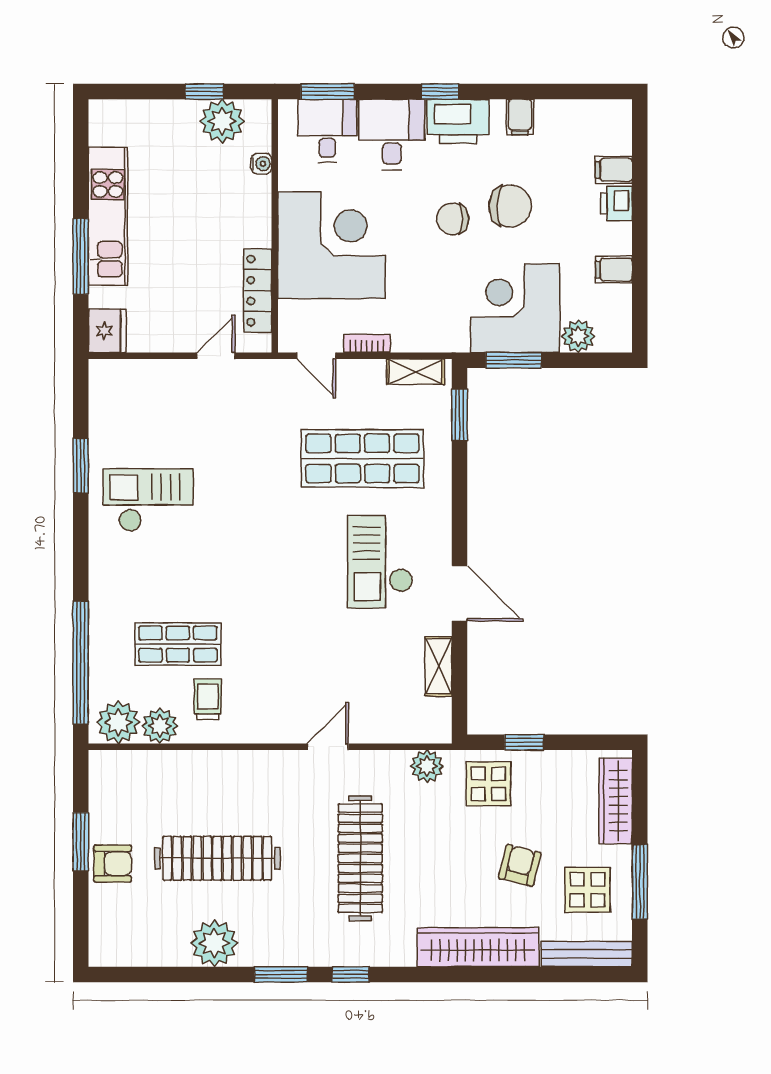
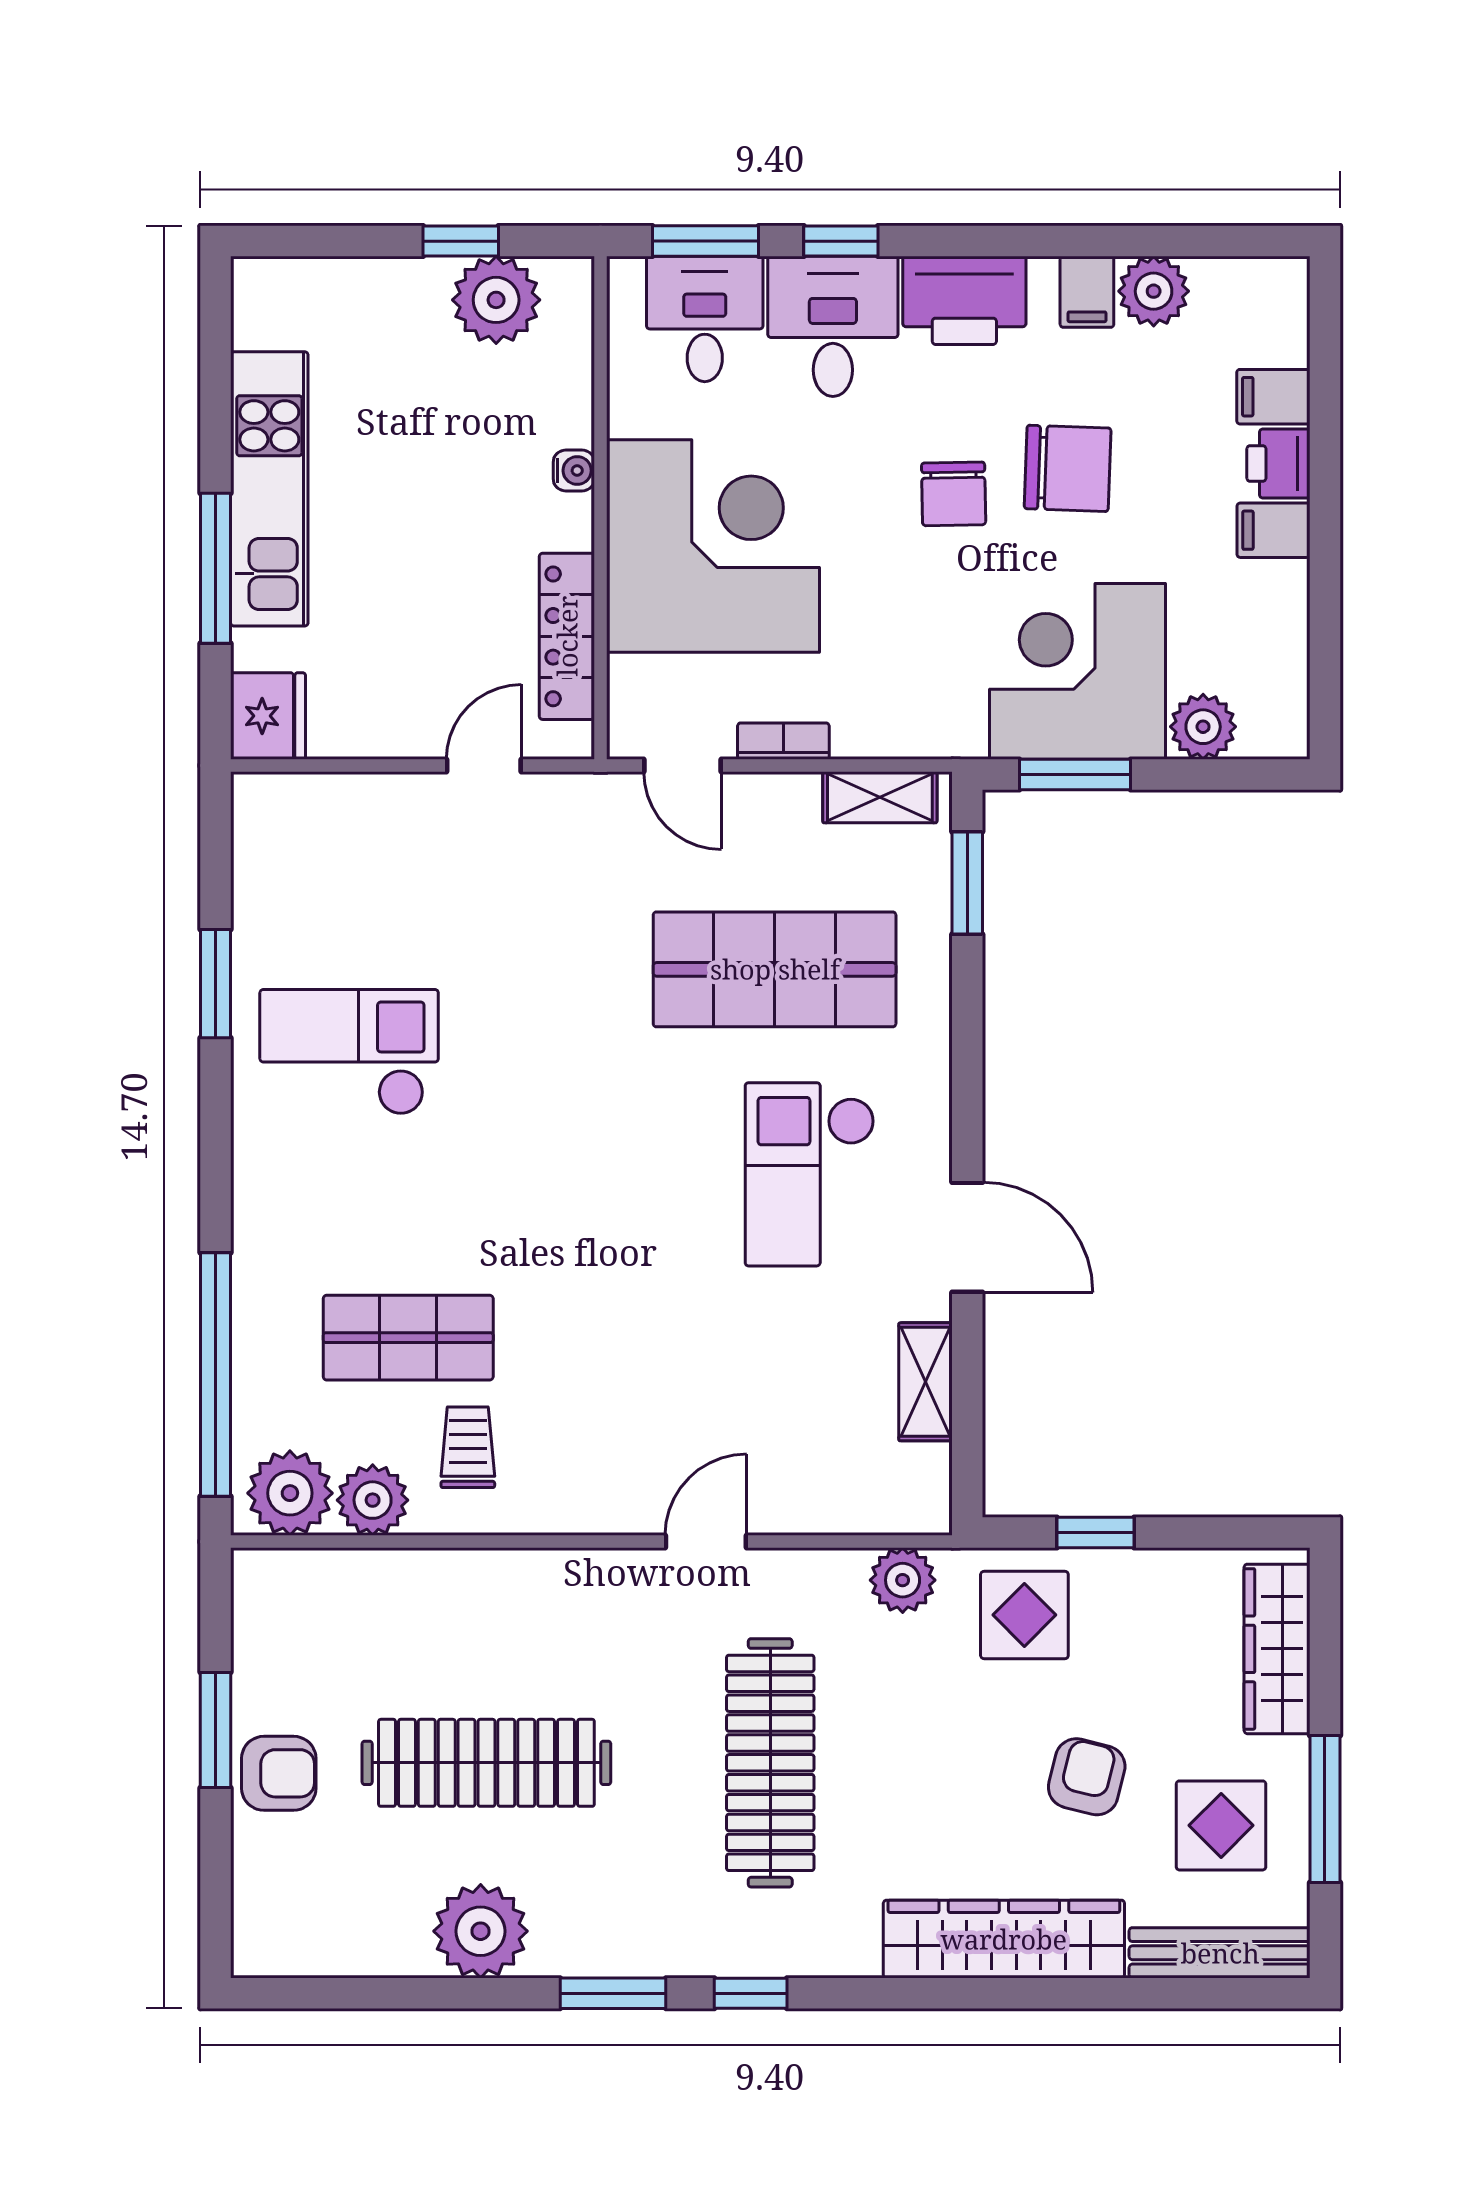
window: (440, 91) -> (841, 241), moved
plant: (553, 117) -> (1154, 291), added
water cooler: (261, 164) -> (574, 471), moved
chair: (453, 219) -> (954, 494), turned -91
filing cabinet: (614, 270) -> (1273, 530), moved

